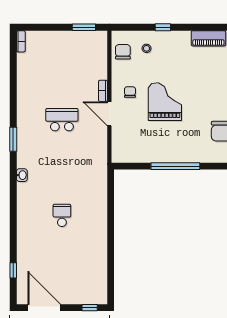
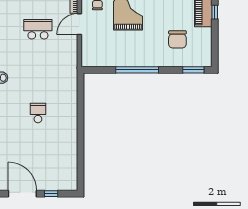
door: (109, 114) -> (79, 24), hinge flipped
window: (90, 308) -> (51, 194), moved

